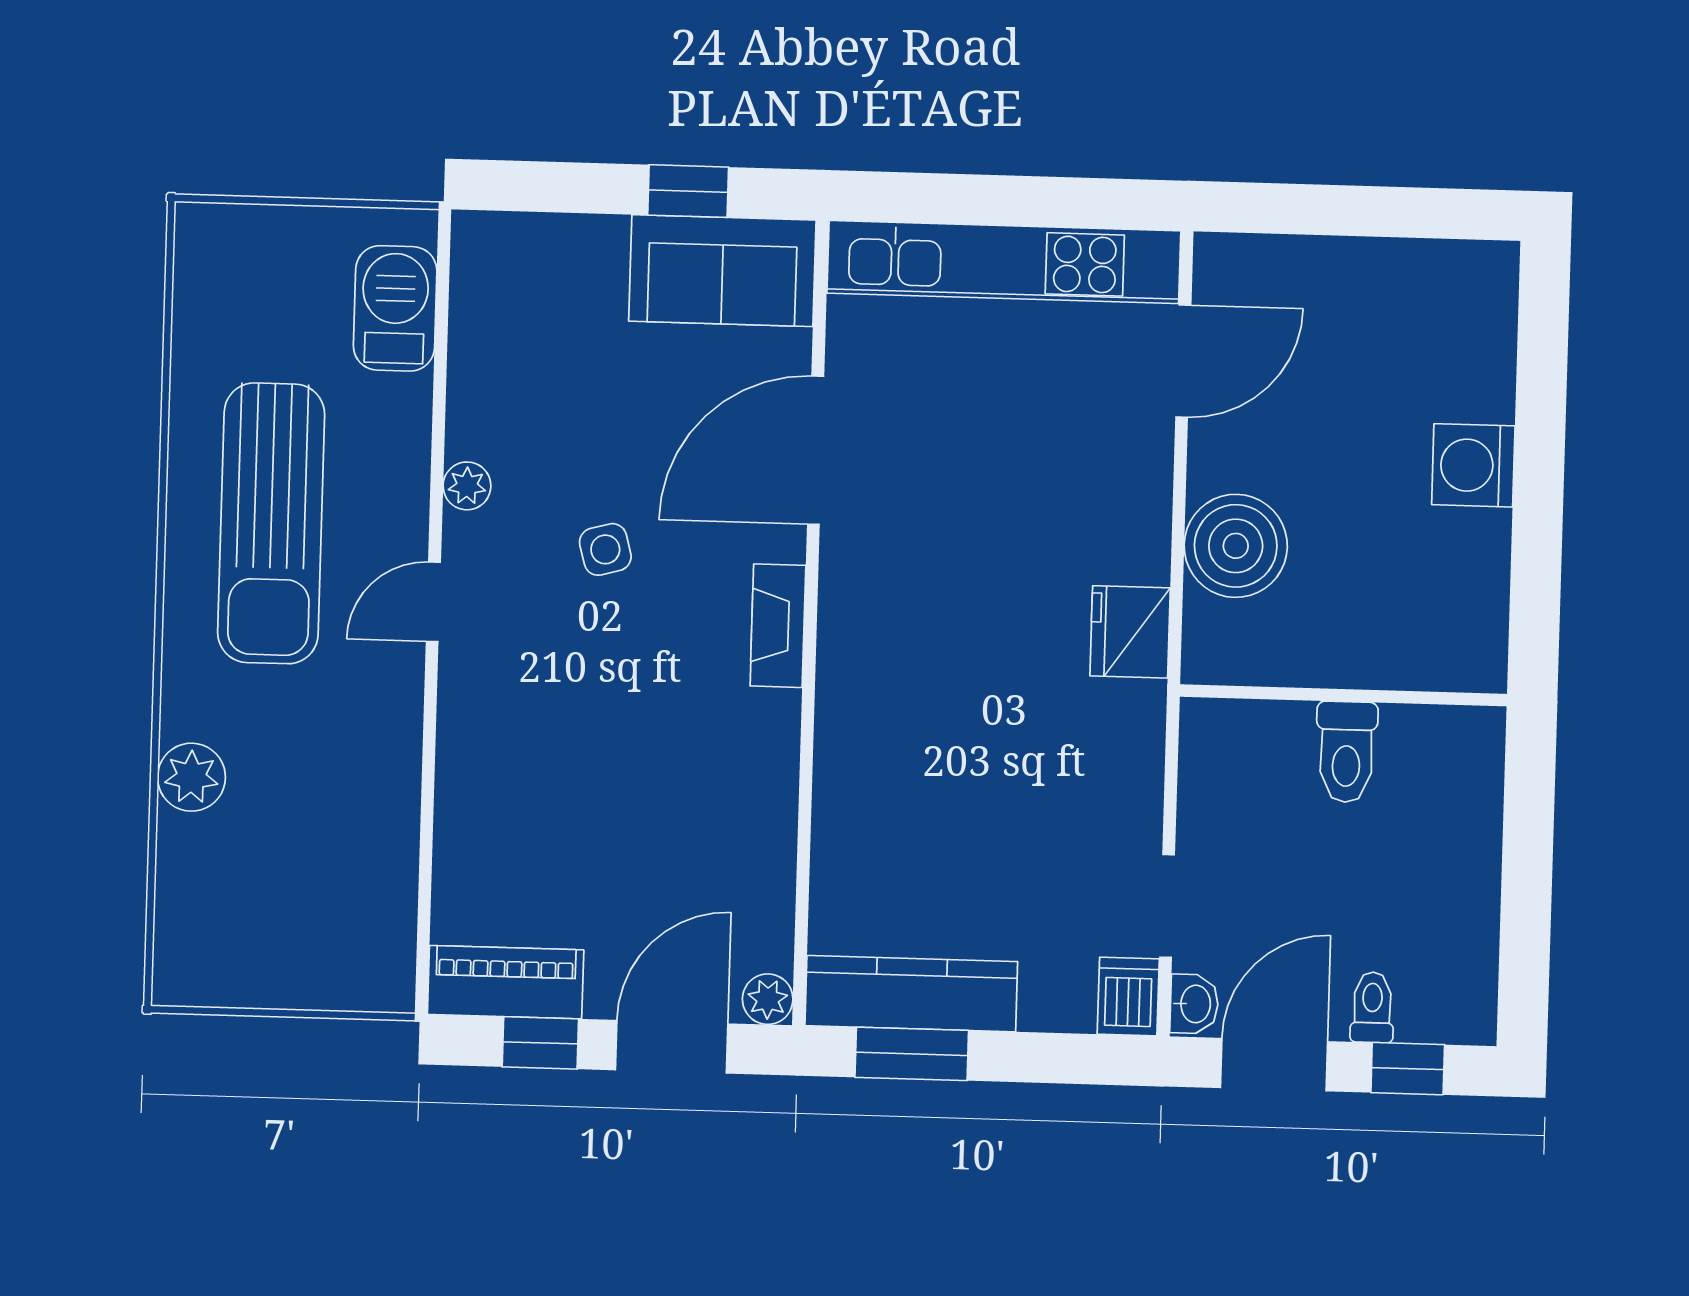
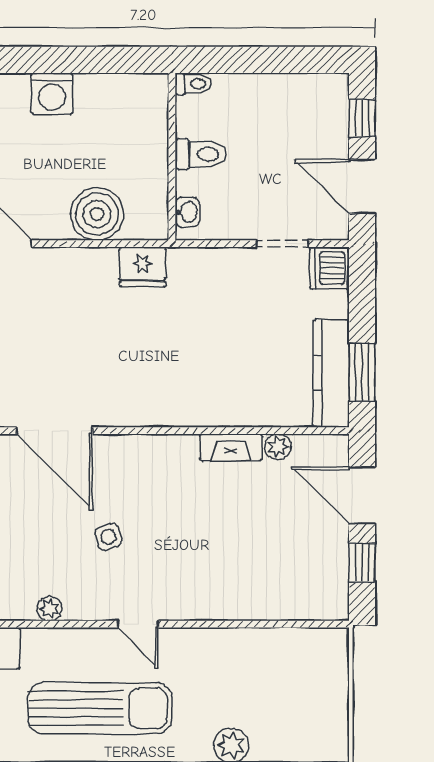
plant: (467, 486) -> (50, 609), moved
fireplace: (778, 626) -> (231, 447), moved
piano: (506, 982) -> (331, 581), removed
dishwasher: (1128, 997) -> (329, 268), width x1.38
plant: (768, 999) -> (278, 447), moved
washbasin: (1194, 1004) -> (187, 212), moved, turned 90
toilet: (1372, 1007) -> (193, 84), moved, turned 180

